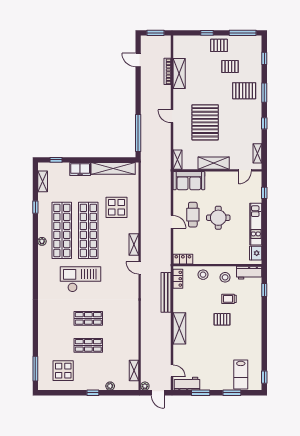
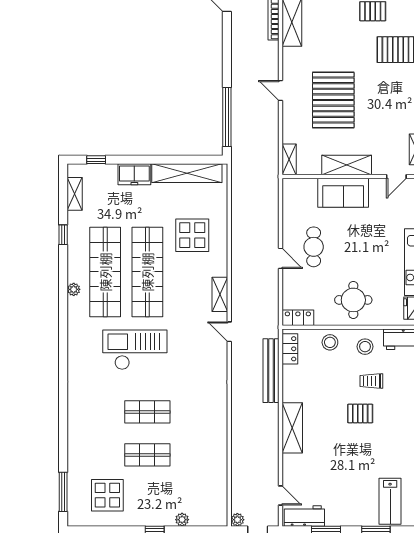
sofa: (189, 181) -> (343, 193), moved
round table: (218, 218) -> (353, 300), moved
shelving: (134, 371) -> (220, 495), removed

